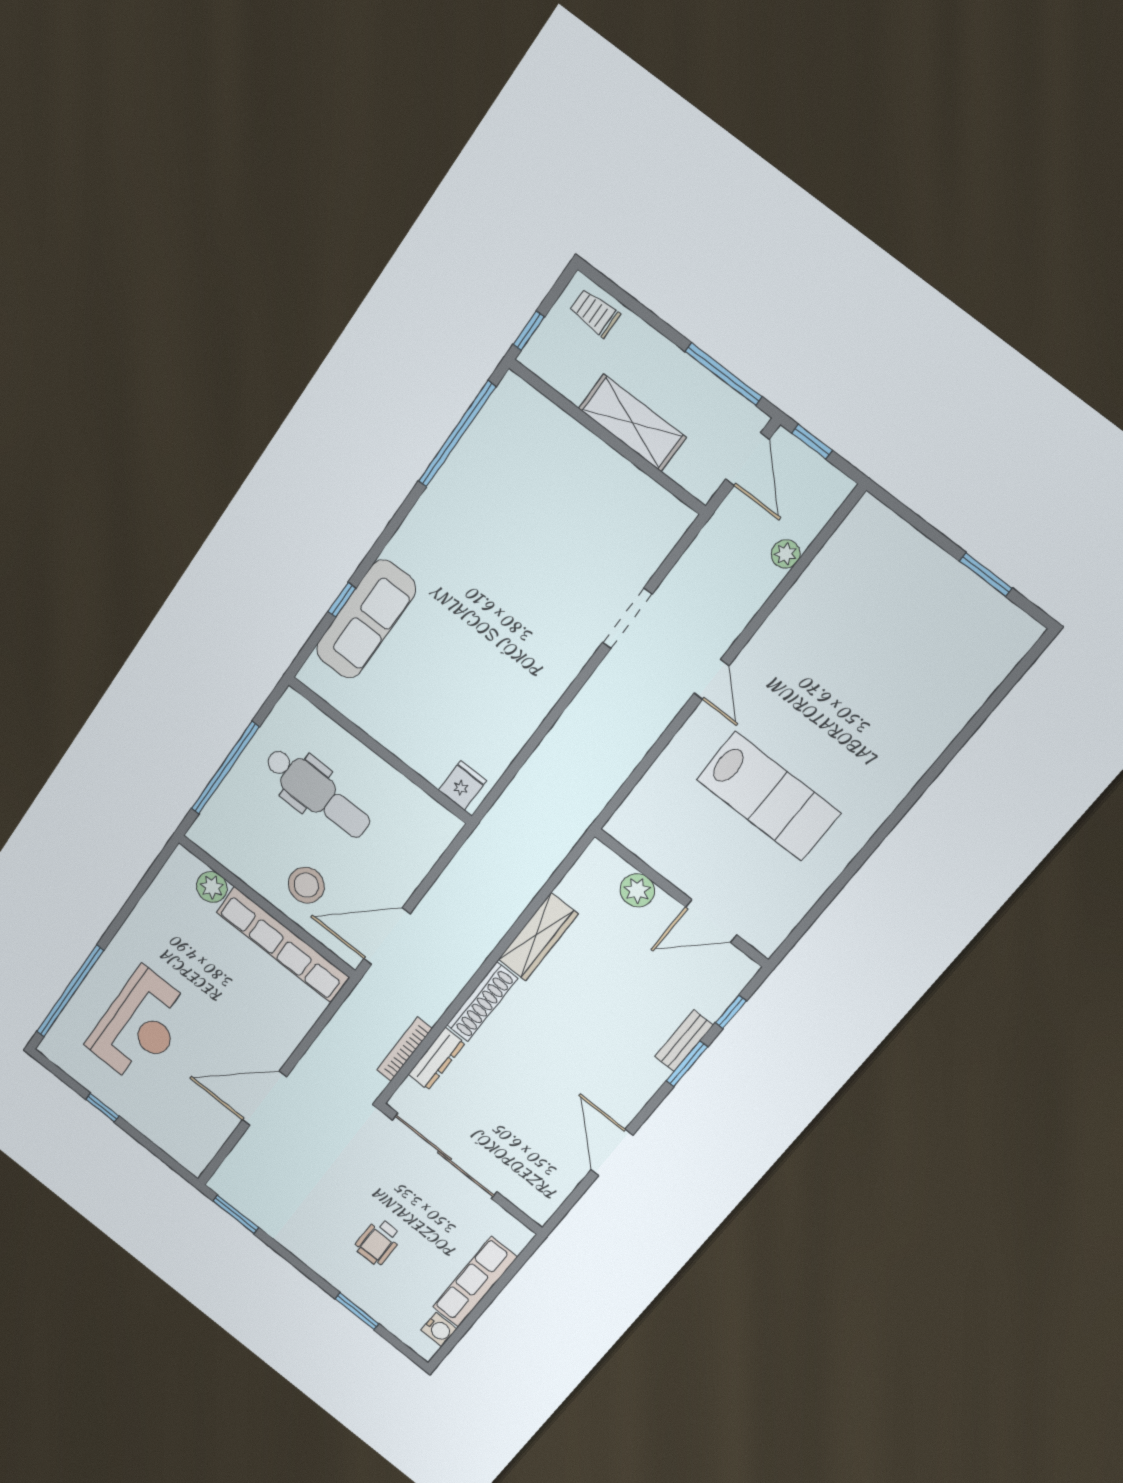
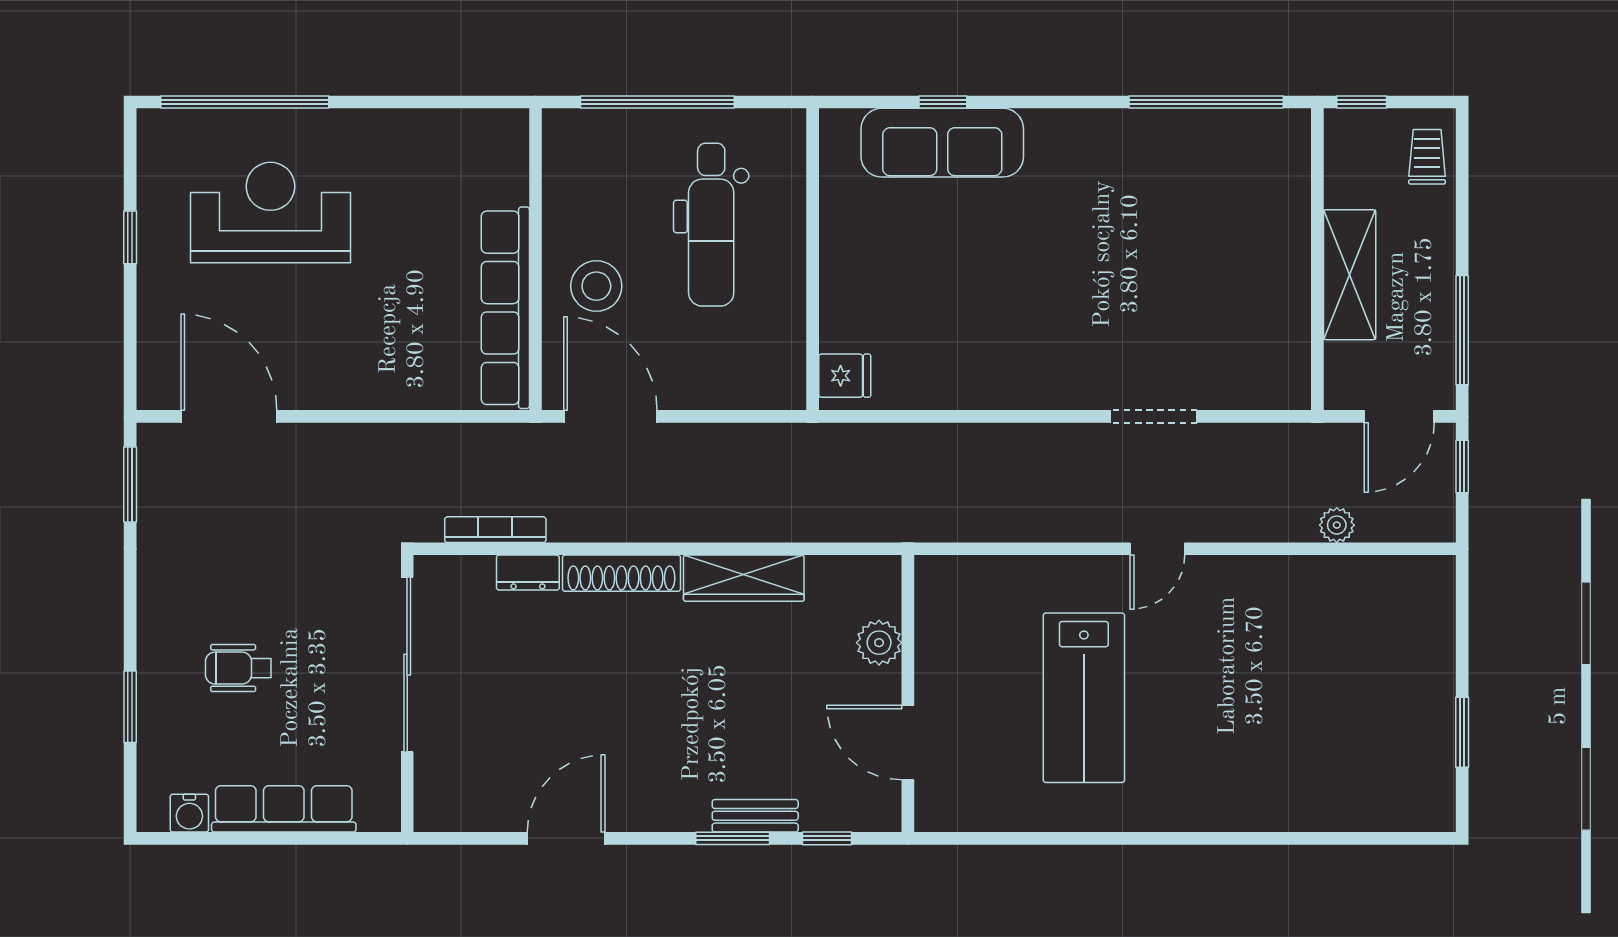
plant: (212, 887) -> (507, 182), removed
reception desk: (140, 1026) -> (270, 212), turned 180
dresser: (437, 1059) -> (528, 573), width x0.70
door: (264, 1098) -> (229, 416), moved

